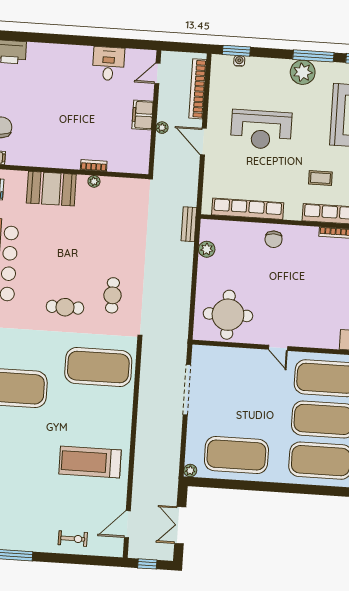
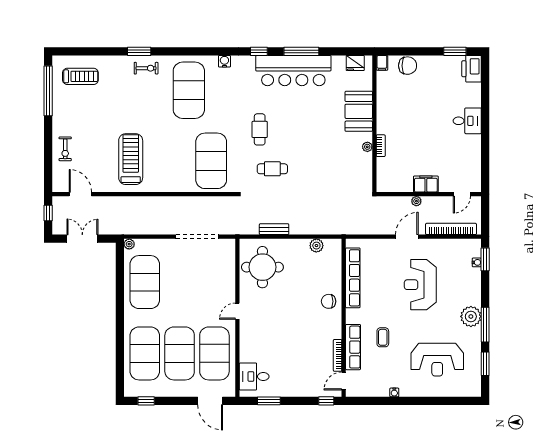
desk: (108, 64) -> (467, 121), moved
door: (157, 73) -> (462, 194), swing flipped
bench: (189, 224) -> (274, 229), moved

